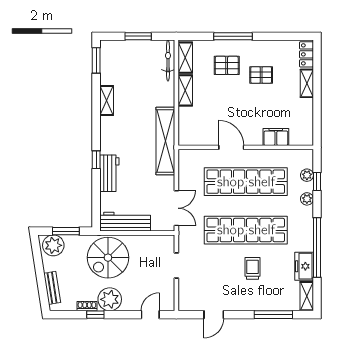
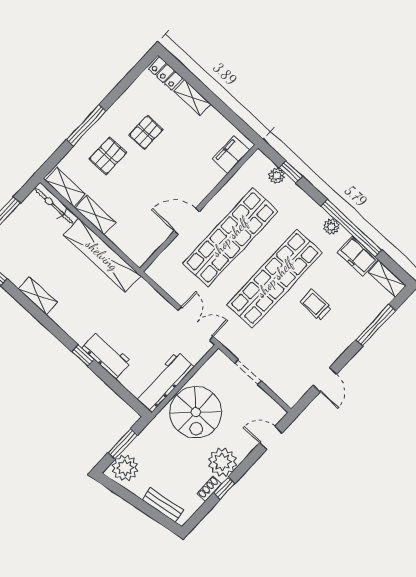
filing cabinet: (276, 137) -> (231, 155), moved
shelving: (165, 141) -> (102, 255), moved
plant: (307, 199) -> (331, 227), moved
spiral stairs: (108, 258) -> (196, 412), moved
door: (150, 315) -> (271, 438), hinge flipped

